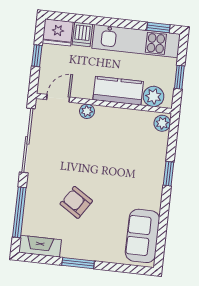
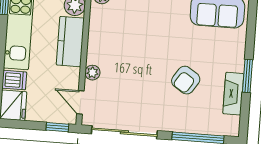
window: (37, 56) -> (57, 127), moved
fireplace: (40, 246) -> (233, 94), moved

